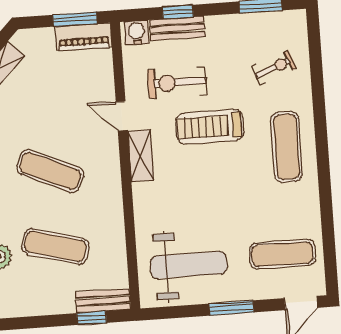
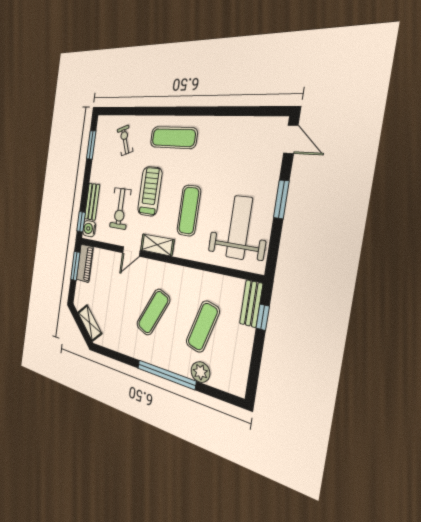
window: (178, 12) -> (81, 222), moved
treadmill: (210, 127) -> (150, 191), turned 180
exercise mat: (282, 254) -> (189, 211), moved

